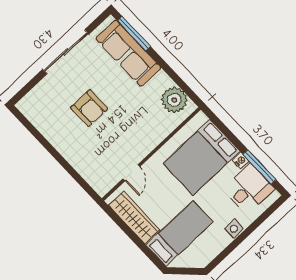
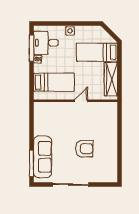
plant: (174, 100) -> (42, 116), removed
armchair: (89, 108) -> (84, 149), turned 90
bed: (201, 157) -> (54, 82), width x0.67
door: (131, 173) -> (81, 101), moved

